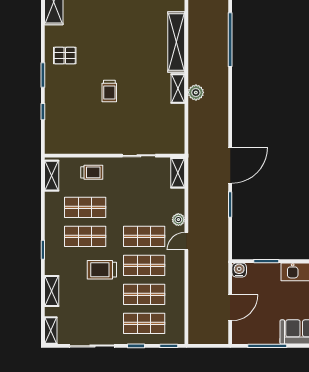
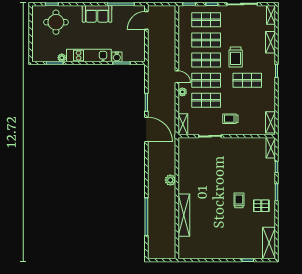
shelving: (178, 89) -> (271, 148), moved
trolley: (109, 91) -> (239, 200), moved
door: (230, 165) -> (146, 130), swing flipped
trolley: (92, 172) -> (230, 119), moved
shop shelf: (85, 207) -> (206, 100), moved
door: (186, 241) -> (177, 77), hinge flipped
trolley: (102, 270) -> (236, 57), turned 90
water cooler: (239, 270) -> (117, 57), moved
door: (230, 308) -> (146, 20), moved

